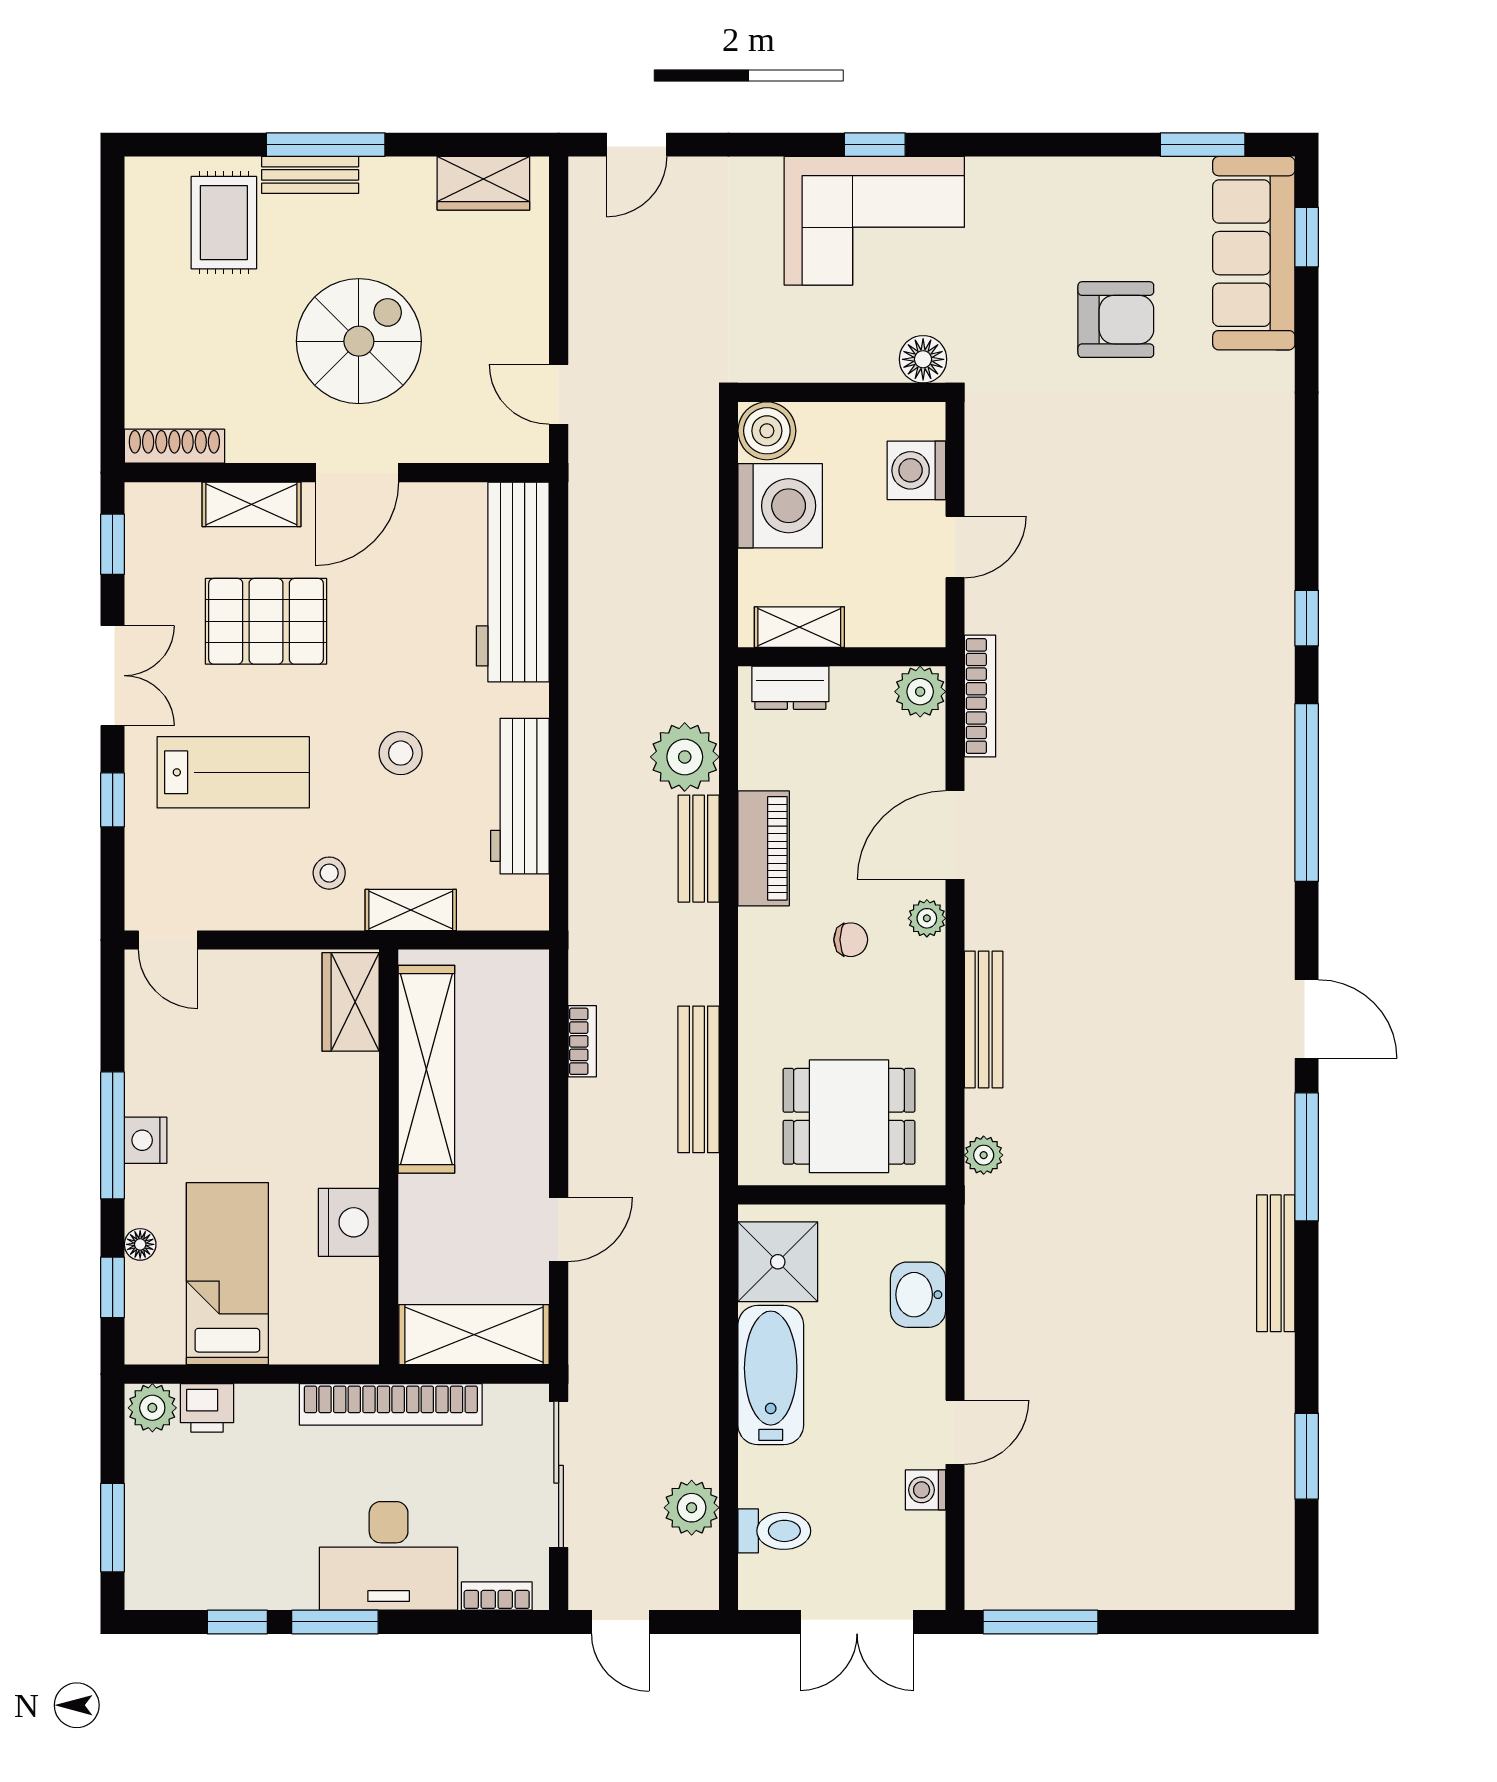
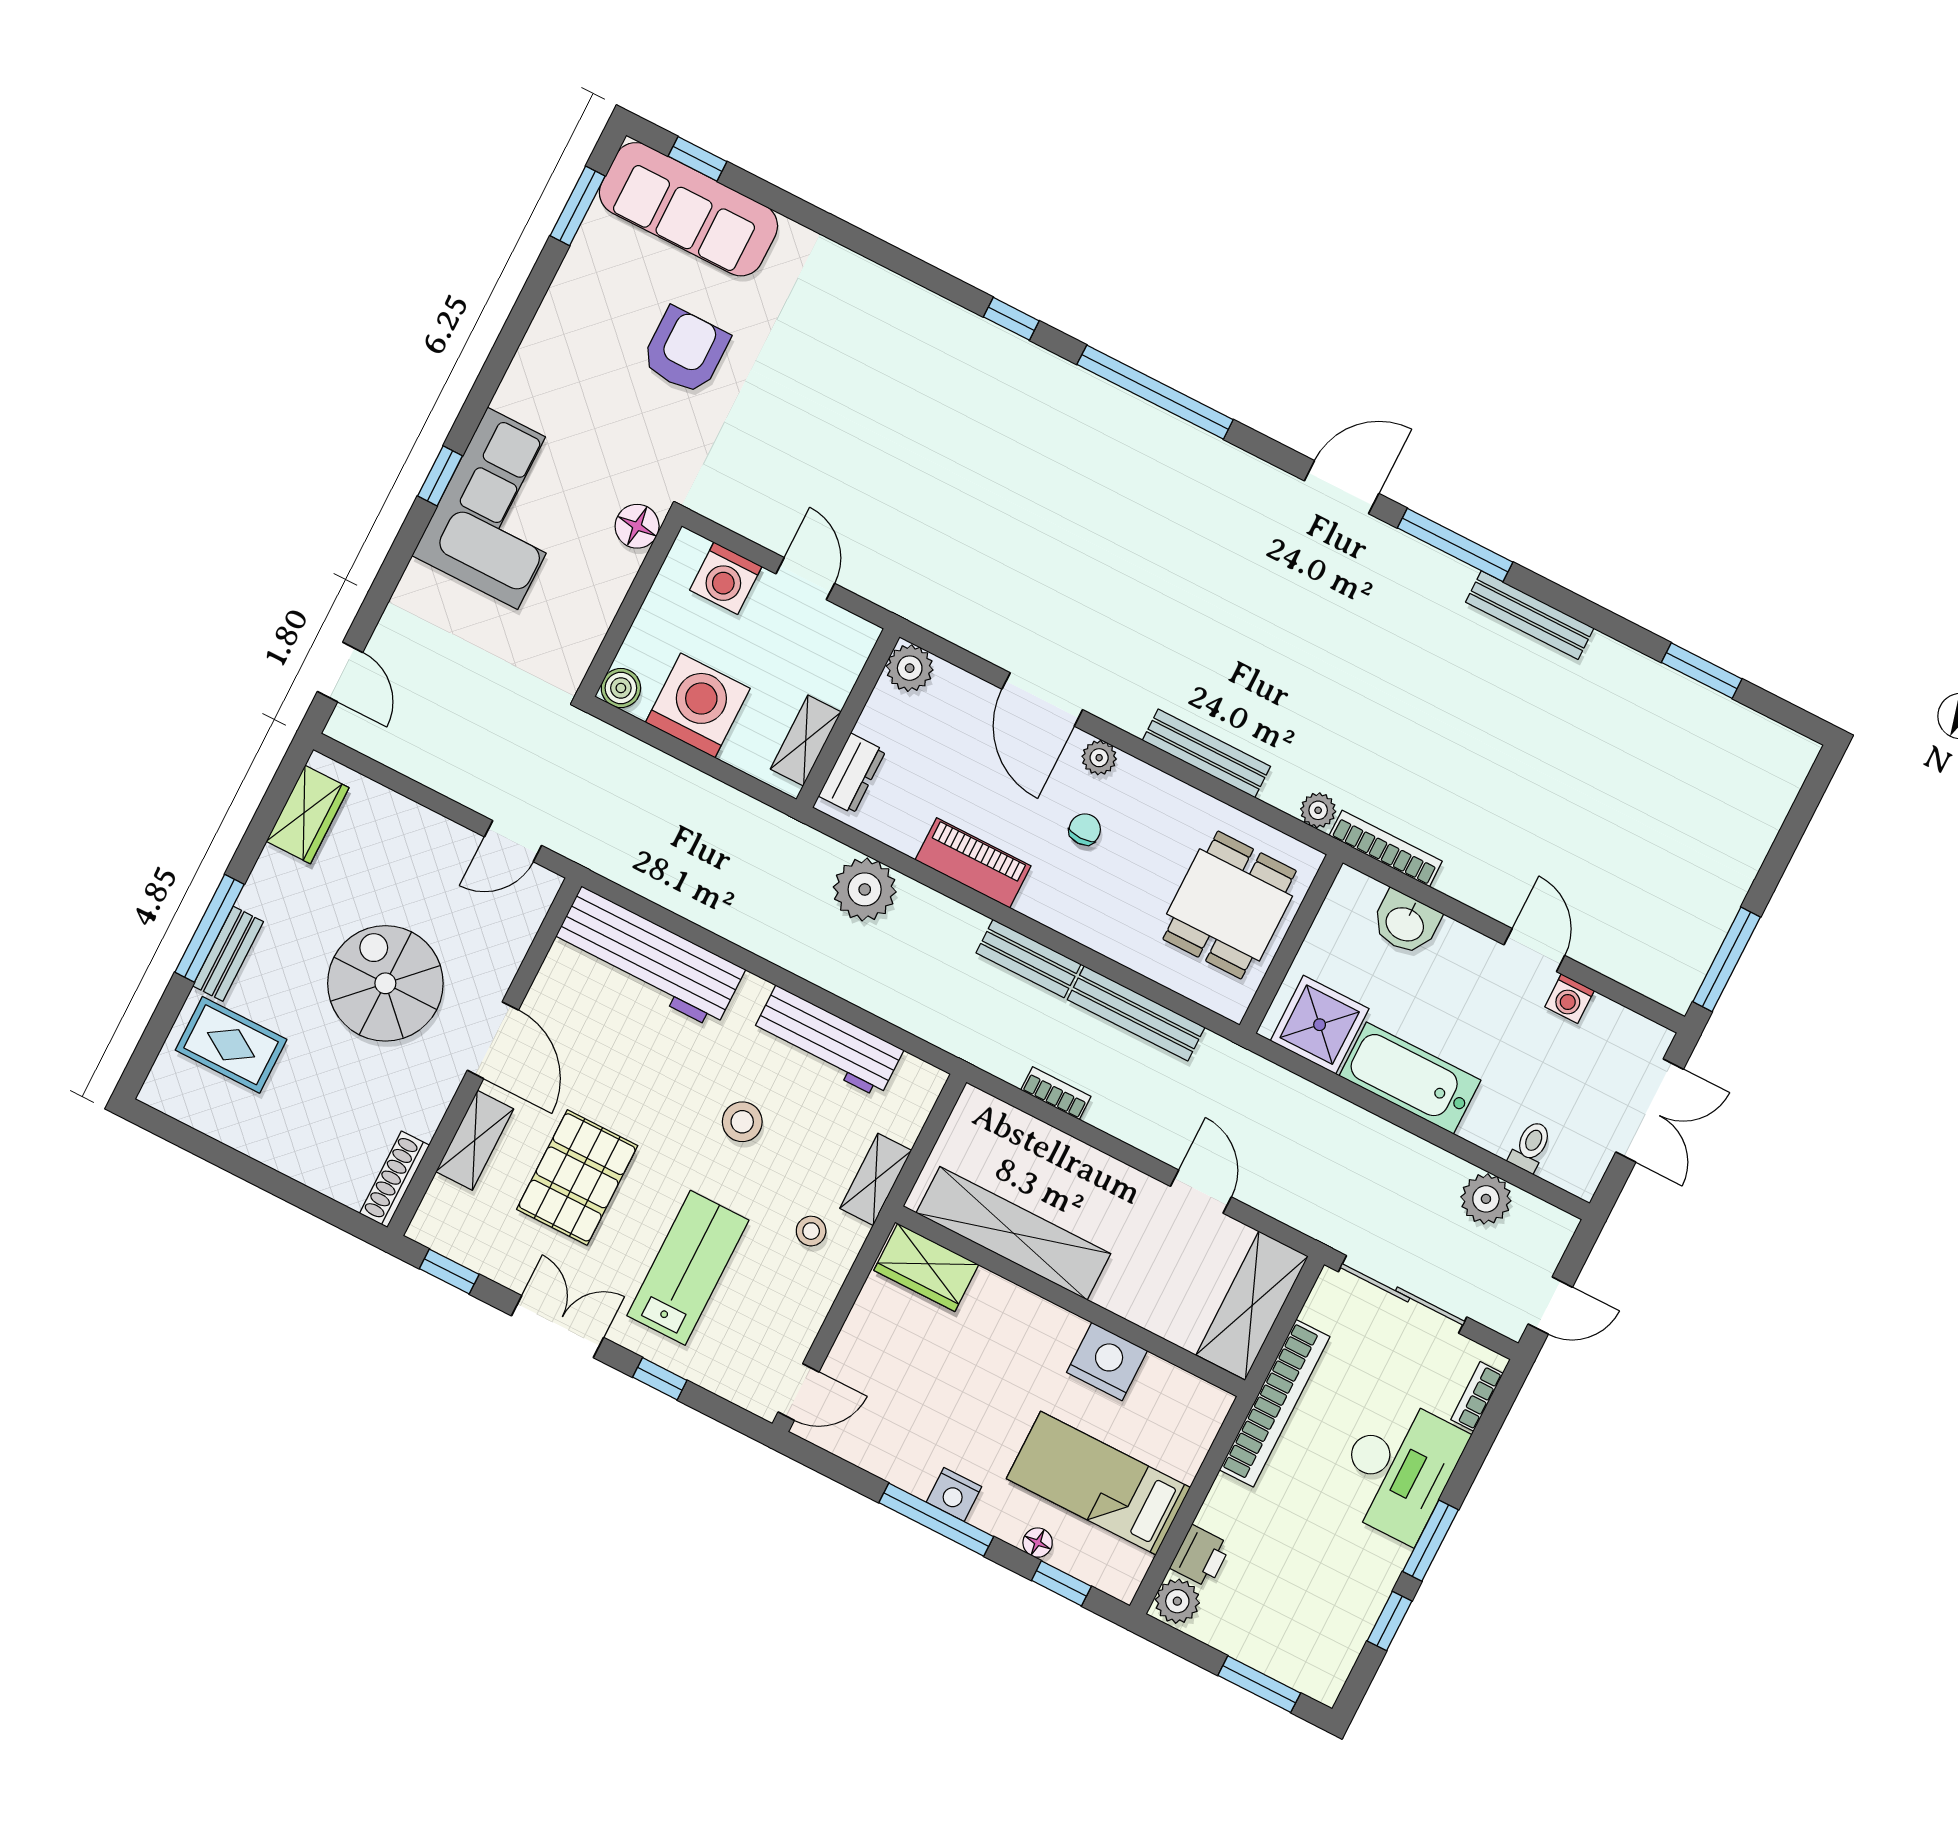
boiler: (767, 431) -> (621, 688), width x0.73, depth x0.73
bookcase: (980, 696) -> (1386, 848), moved
bench: (699, 849) -> (1029, 959), moved
toilet: (774, 1531) -> (1531, 1146), width x0.73, depth x0.72

